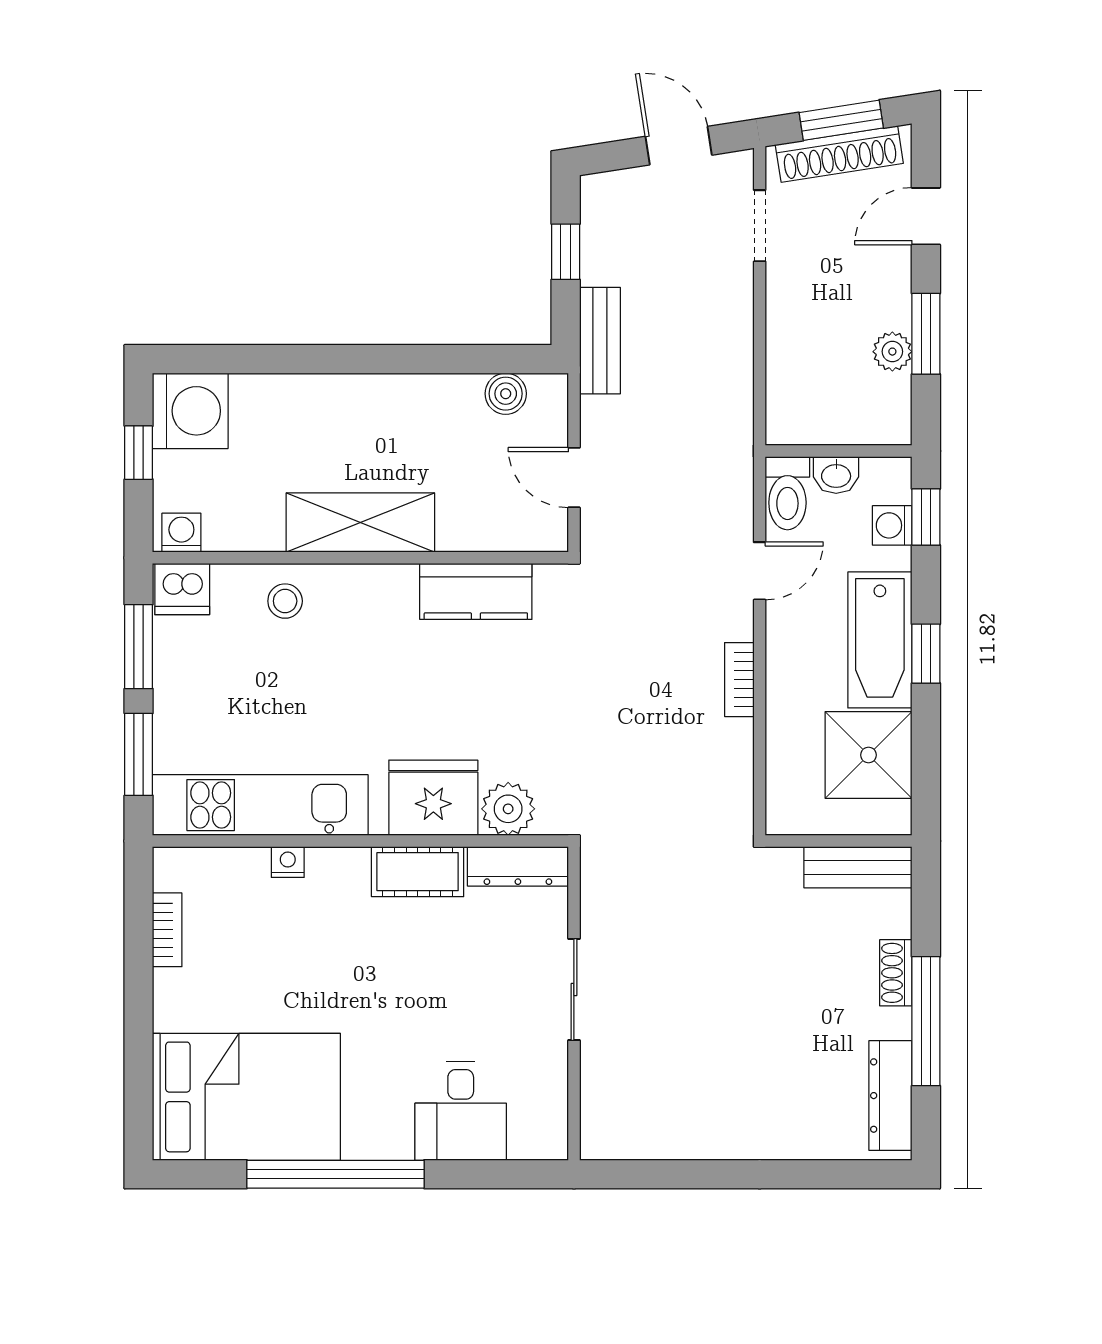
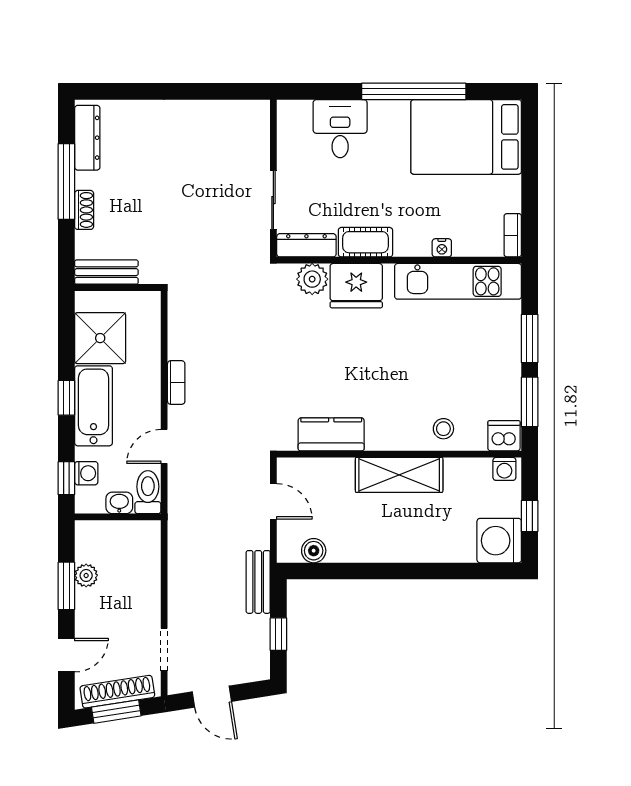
fridge: (433, 798) -> (356, 286), moved
kitchen unit: (260, 805) -> (458, 281), moved
plant: (508, 809) -> (312, 279), moved
wall: (360, 841) -> (399, 260), moved
nightstand: (288, 862) -> (442, 248), moved
dresser: (518, 866) -> (306, 245), moved
cot: (418, 872) -> (365, 242), moved

